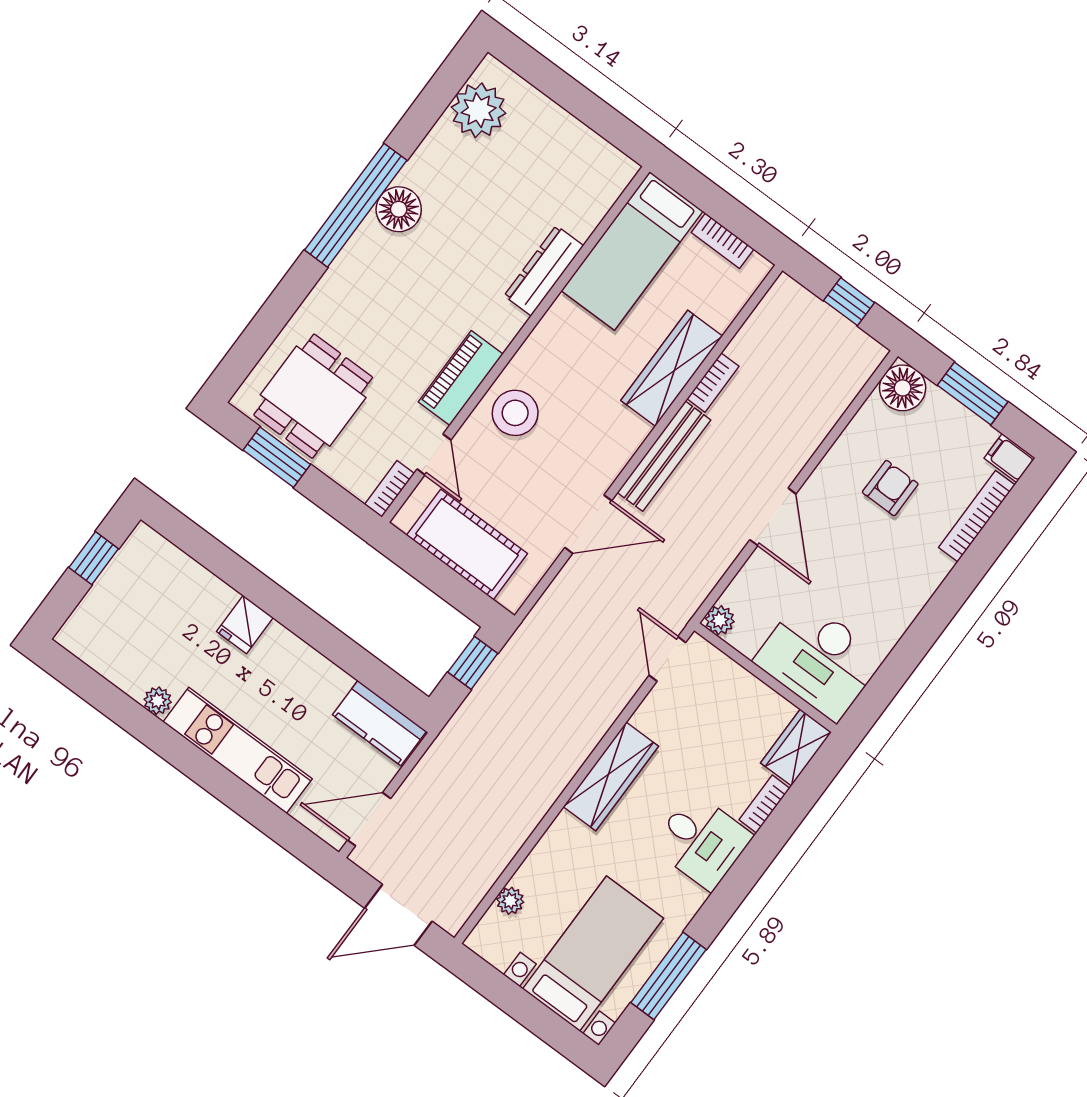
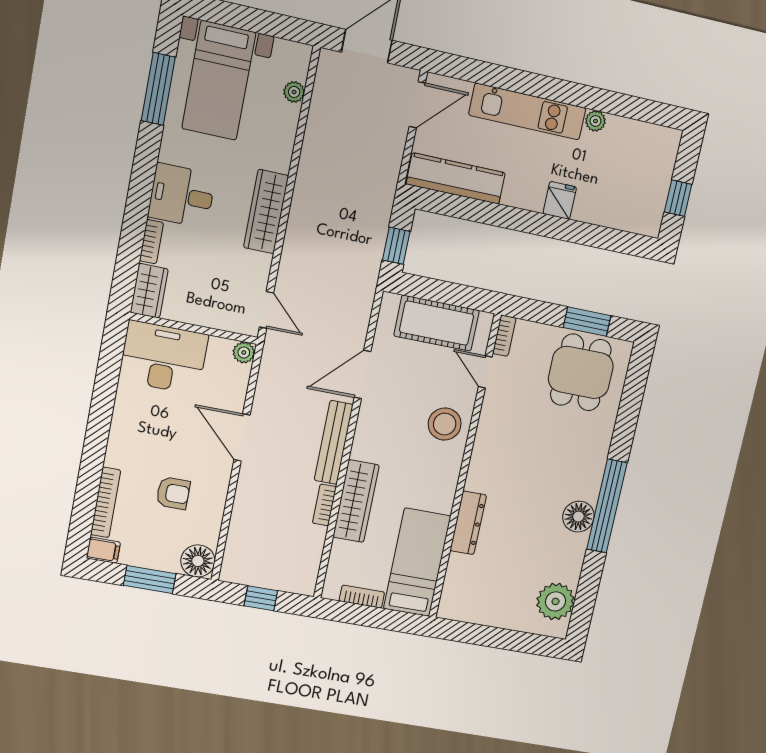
piano: (461, 378) -> (490, 429), removed
armchair: (890, 488) -> (173, 493), turned -90
kitchen counter: (379, 723) -> (456, 178), width x1.50

